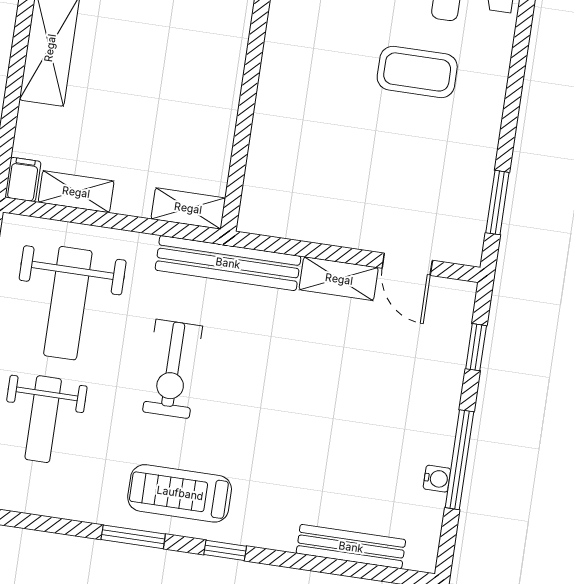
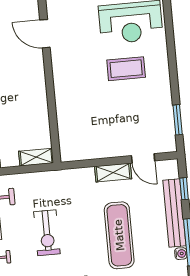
bench: (228, 263) -> (174, 213), moved, turned 90
exercise mat: (320, 410) -> (119, 235), added

